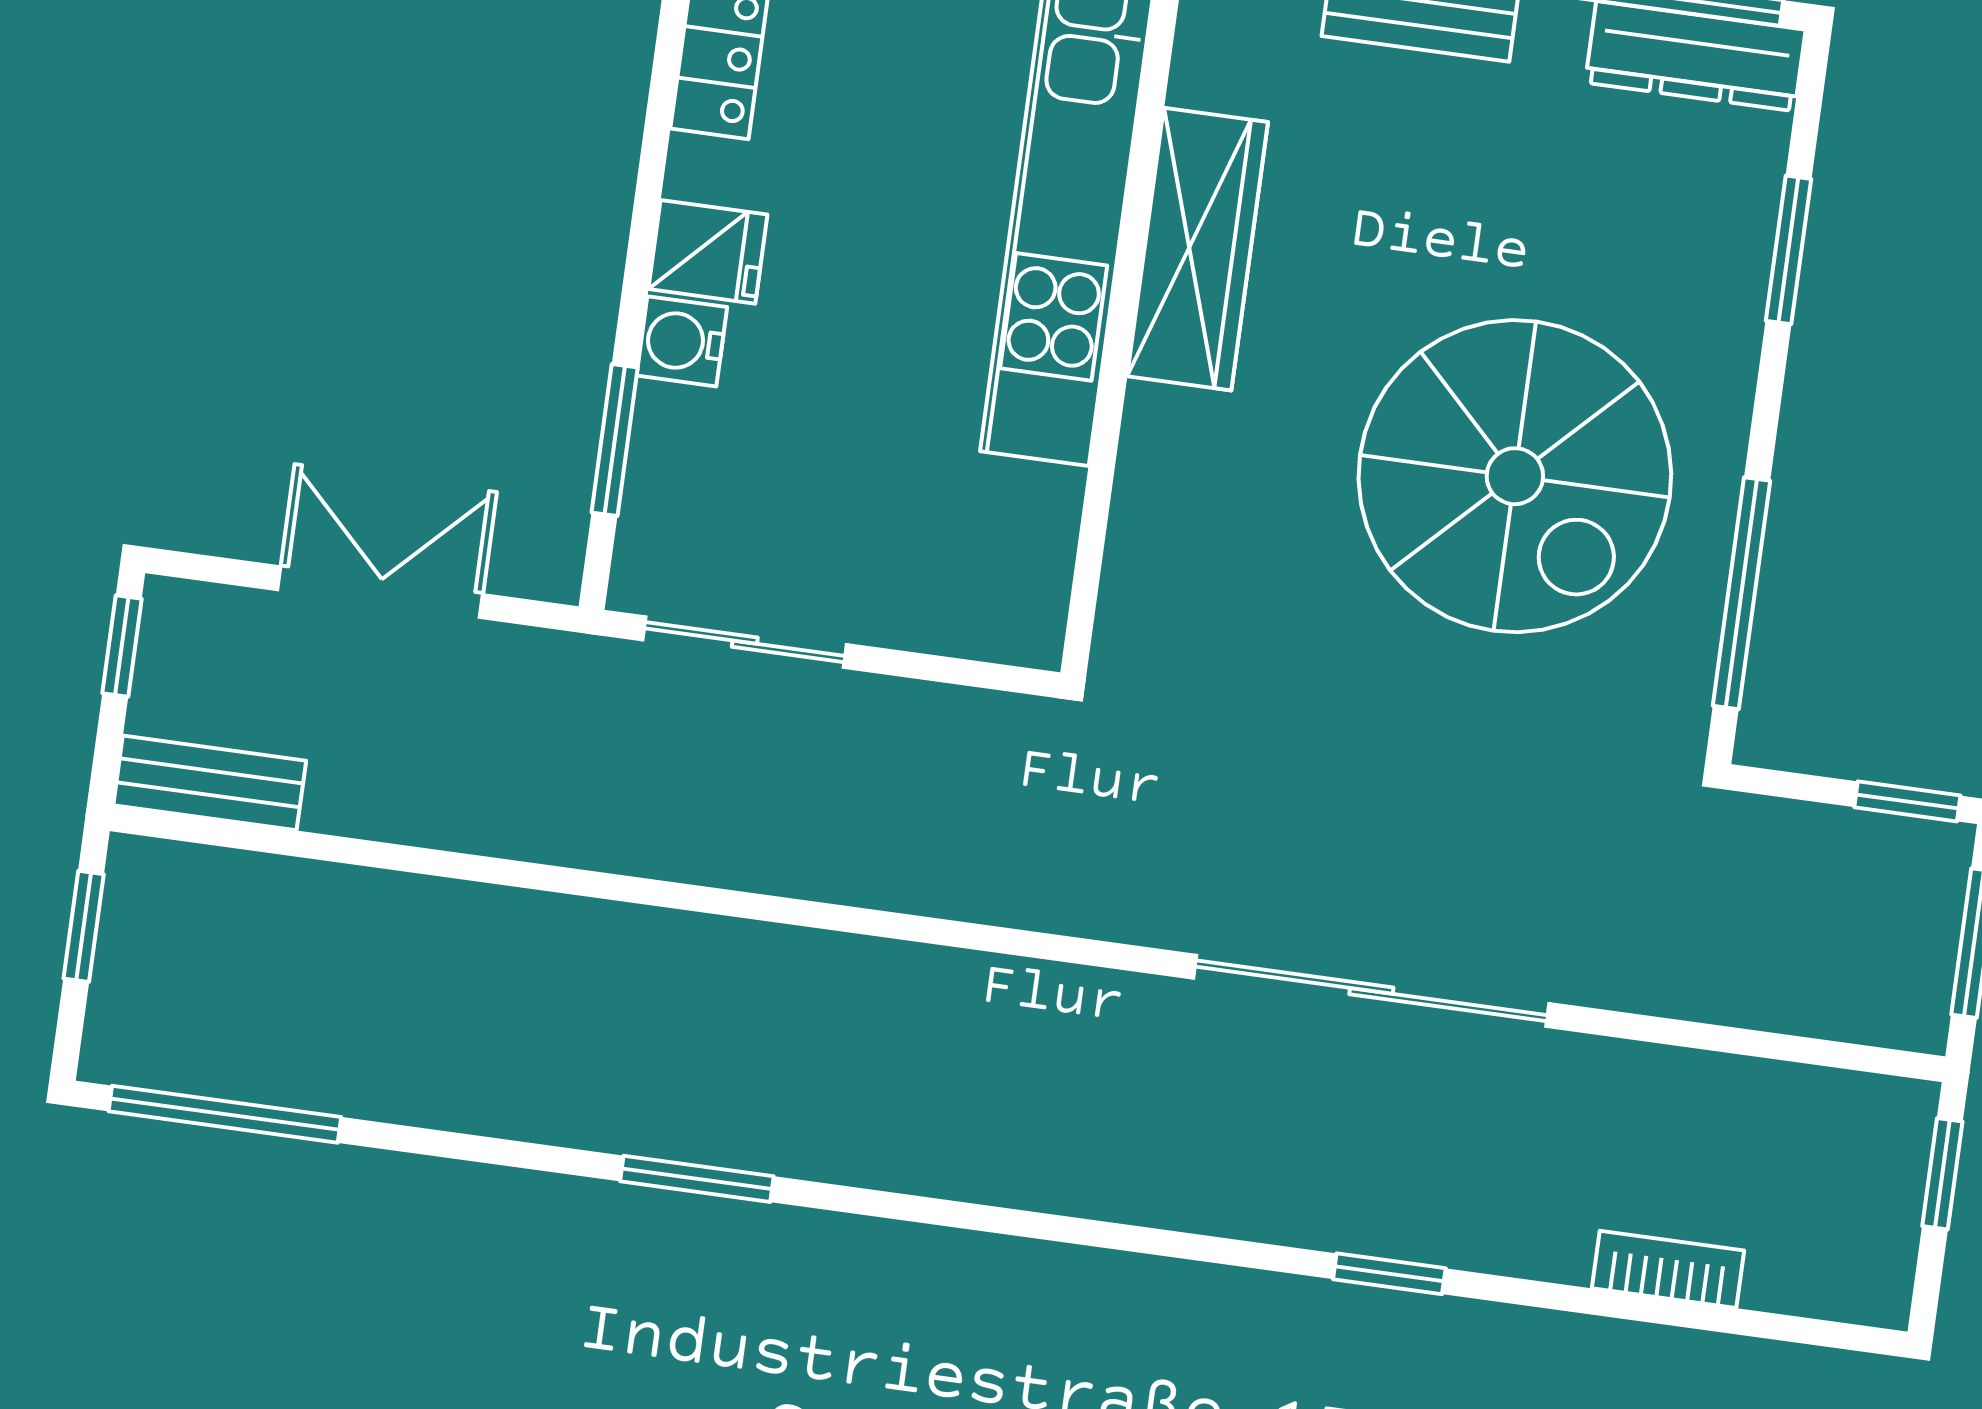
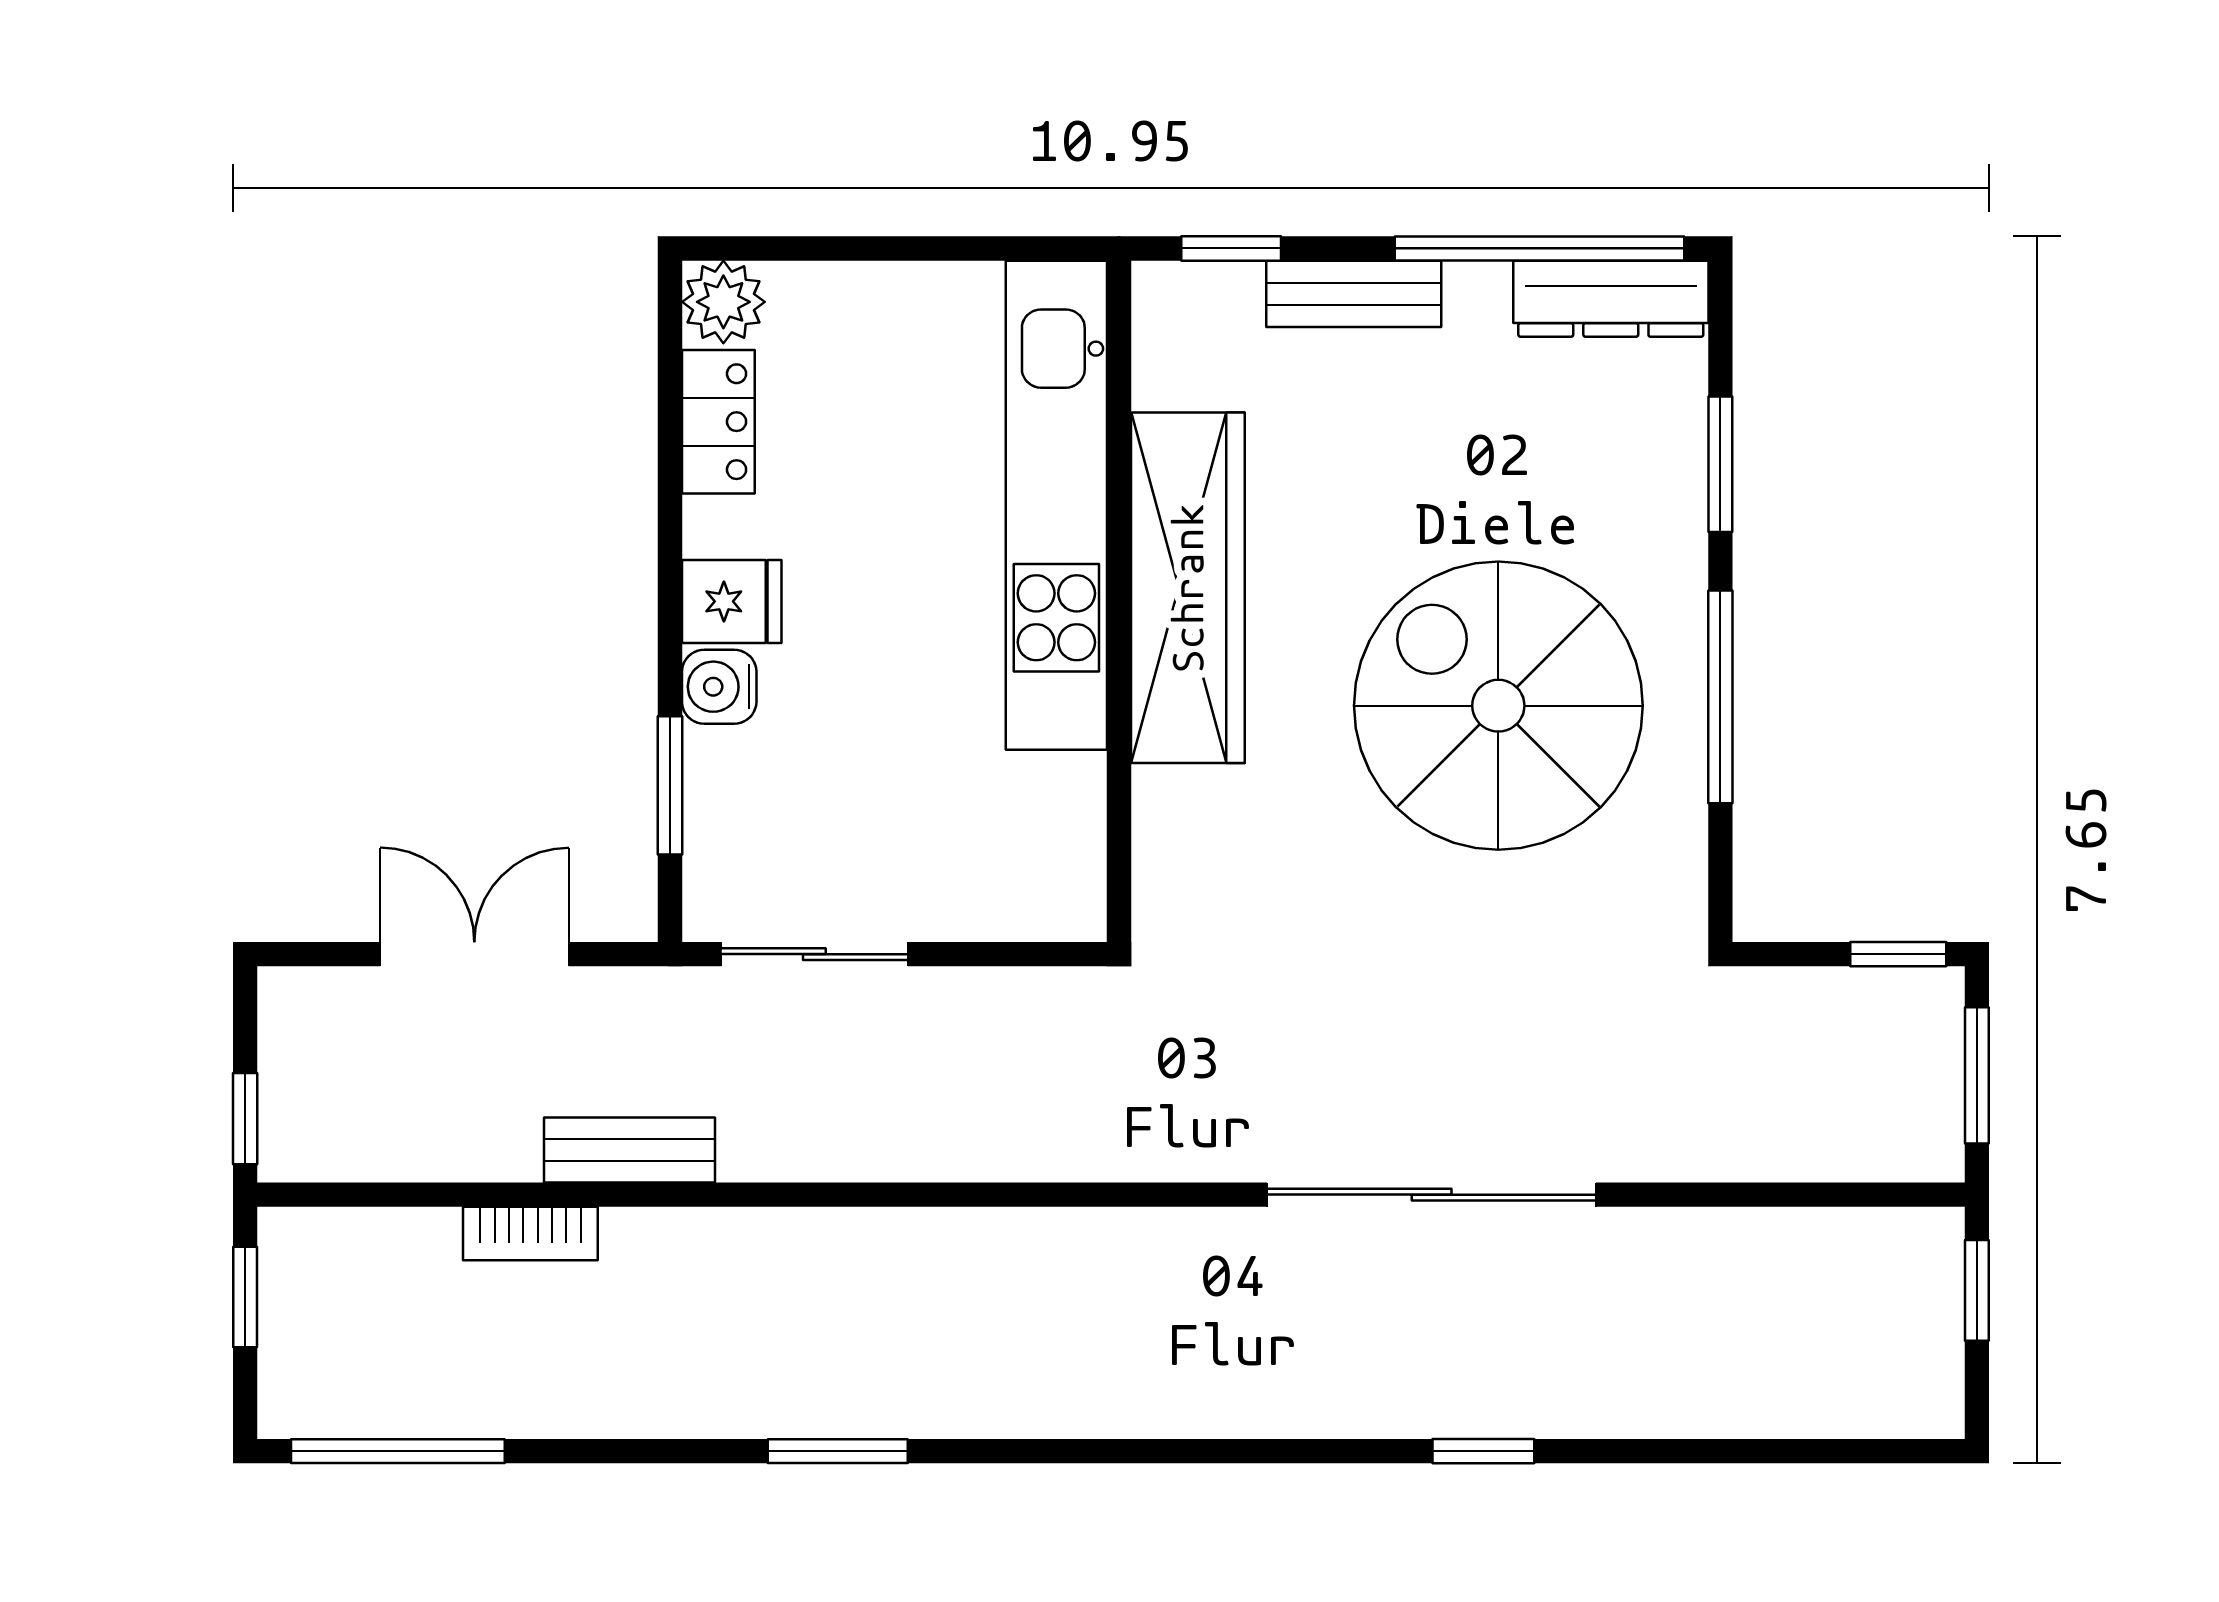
wardrobe: (1197, 249) -> (1188, 588), width x1.40, depth x1.17
spiral stairs: (1515, 476) -> (1498, 706), turned 180
window: (1741, 593) -> (1720, 697), moved
window: (122, 646) -> (245, 1119), moved
bench: (210, 783) -> (629, 1150), moved
bookcase: (1668, 1269) -> (530, 1233), moved, turned 180

